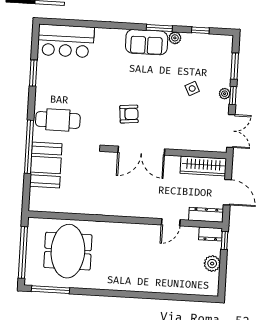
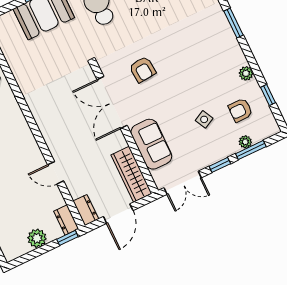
window: (159, 28) -> (234, 23), moved
sofa: (147, 42) -> (151, 144), moved, turned 180
armchair: (200, 57) -> (240, 110), added
plant: (225, 94) -> (245, 142), moved
dresser: (206, 215) -> (86, 210), width x0.70

